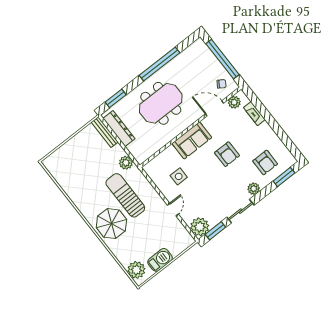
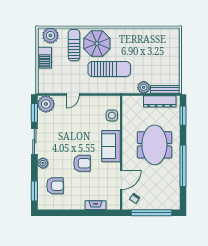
plant: (234, 102) -> (115, 197), removed
armchair: (227, 154) -> (82, 163), turned 180
armchair: (265, 162) -> (55, 186), turned 180
plant: (126, 163) -> (144, 87), moved
side table: (179, 176) -> (112, 115), moved
door: (173, 210) -> (73, 95), hinge flipped
sun lounger: (129, 243) -> (74, 45), added

